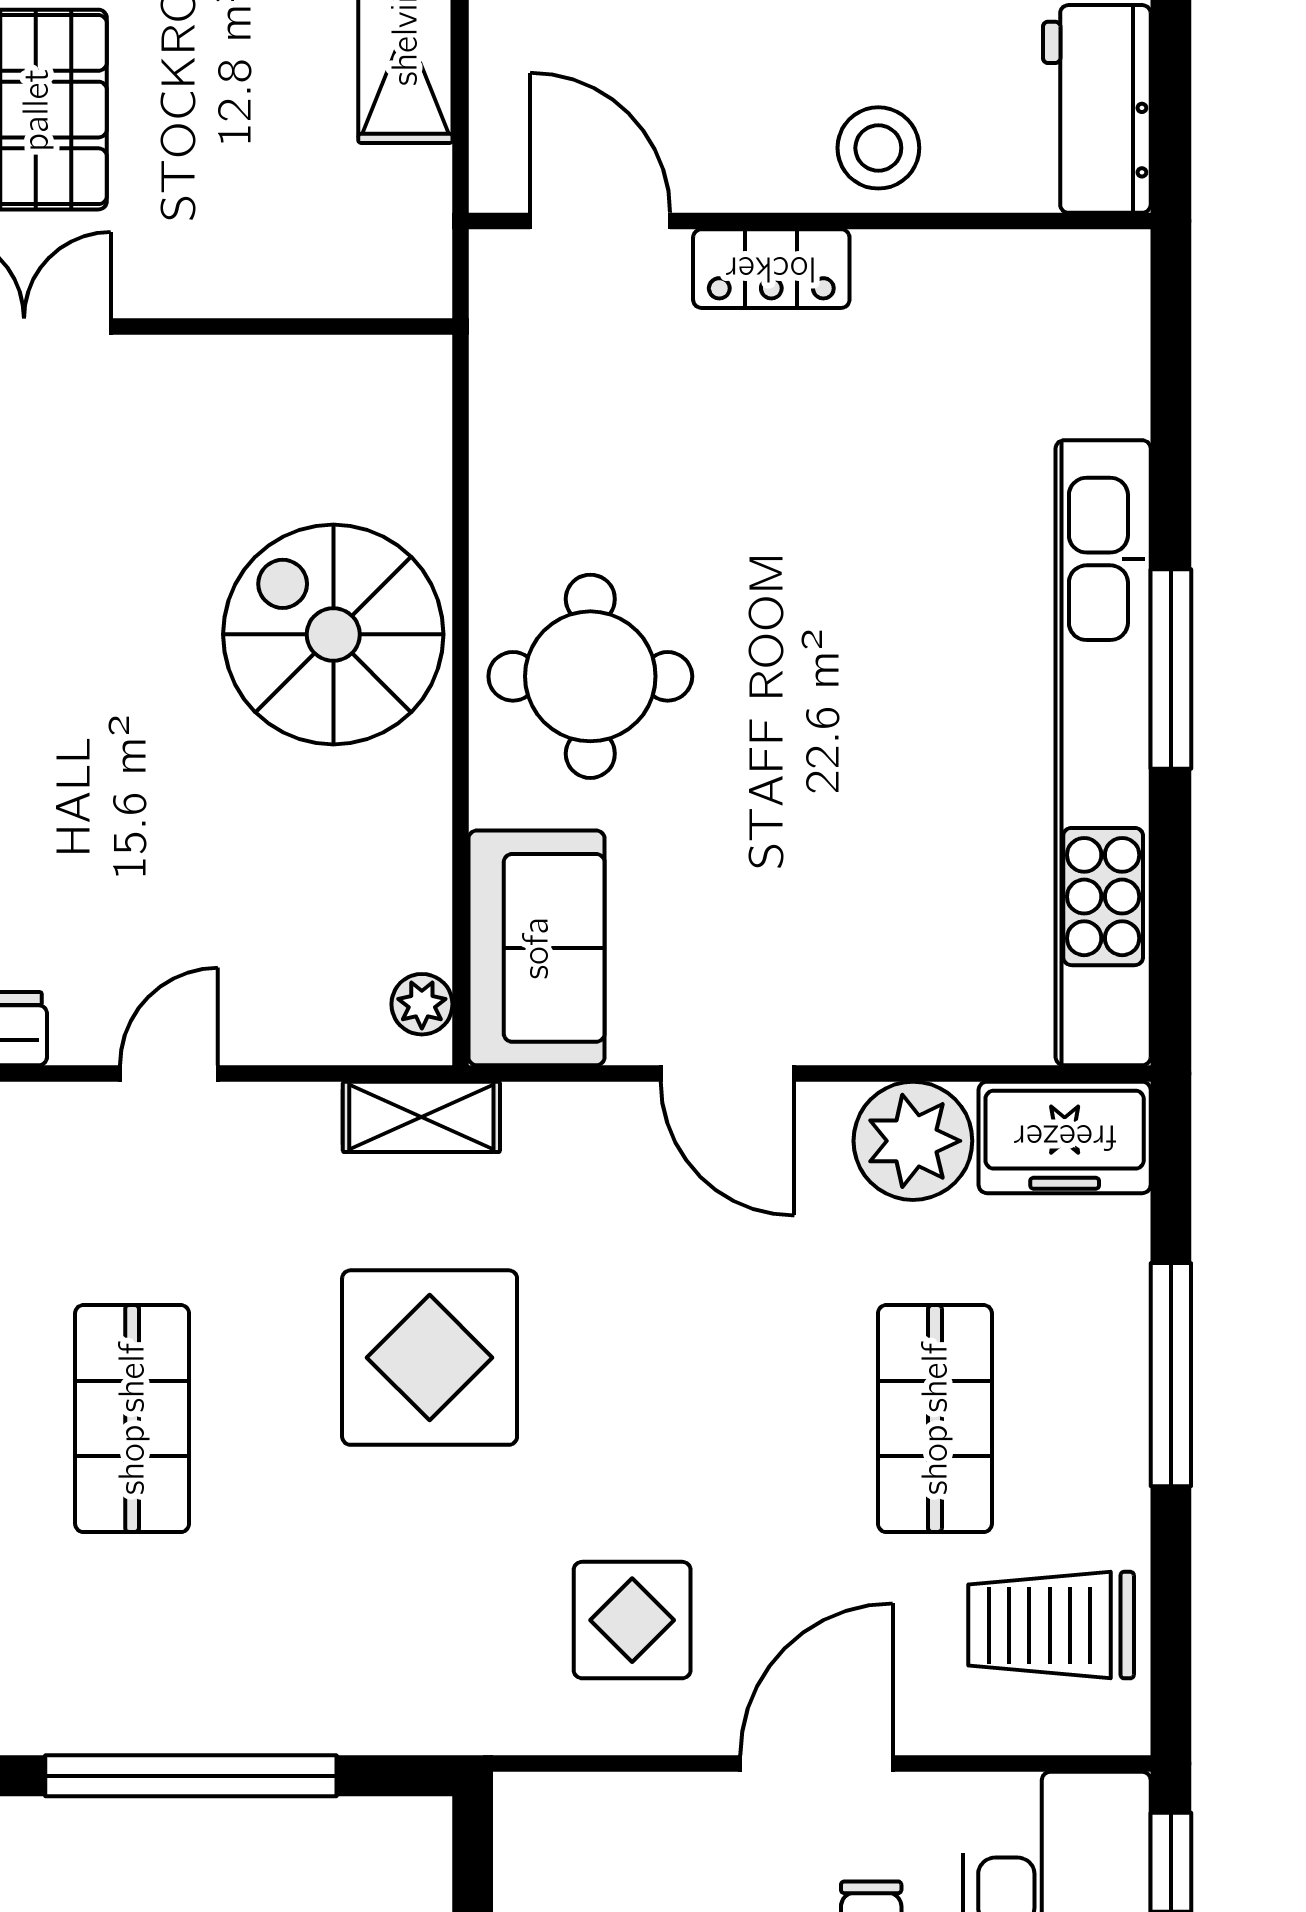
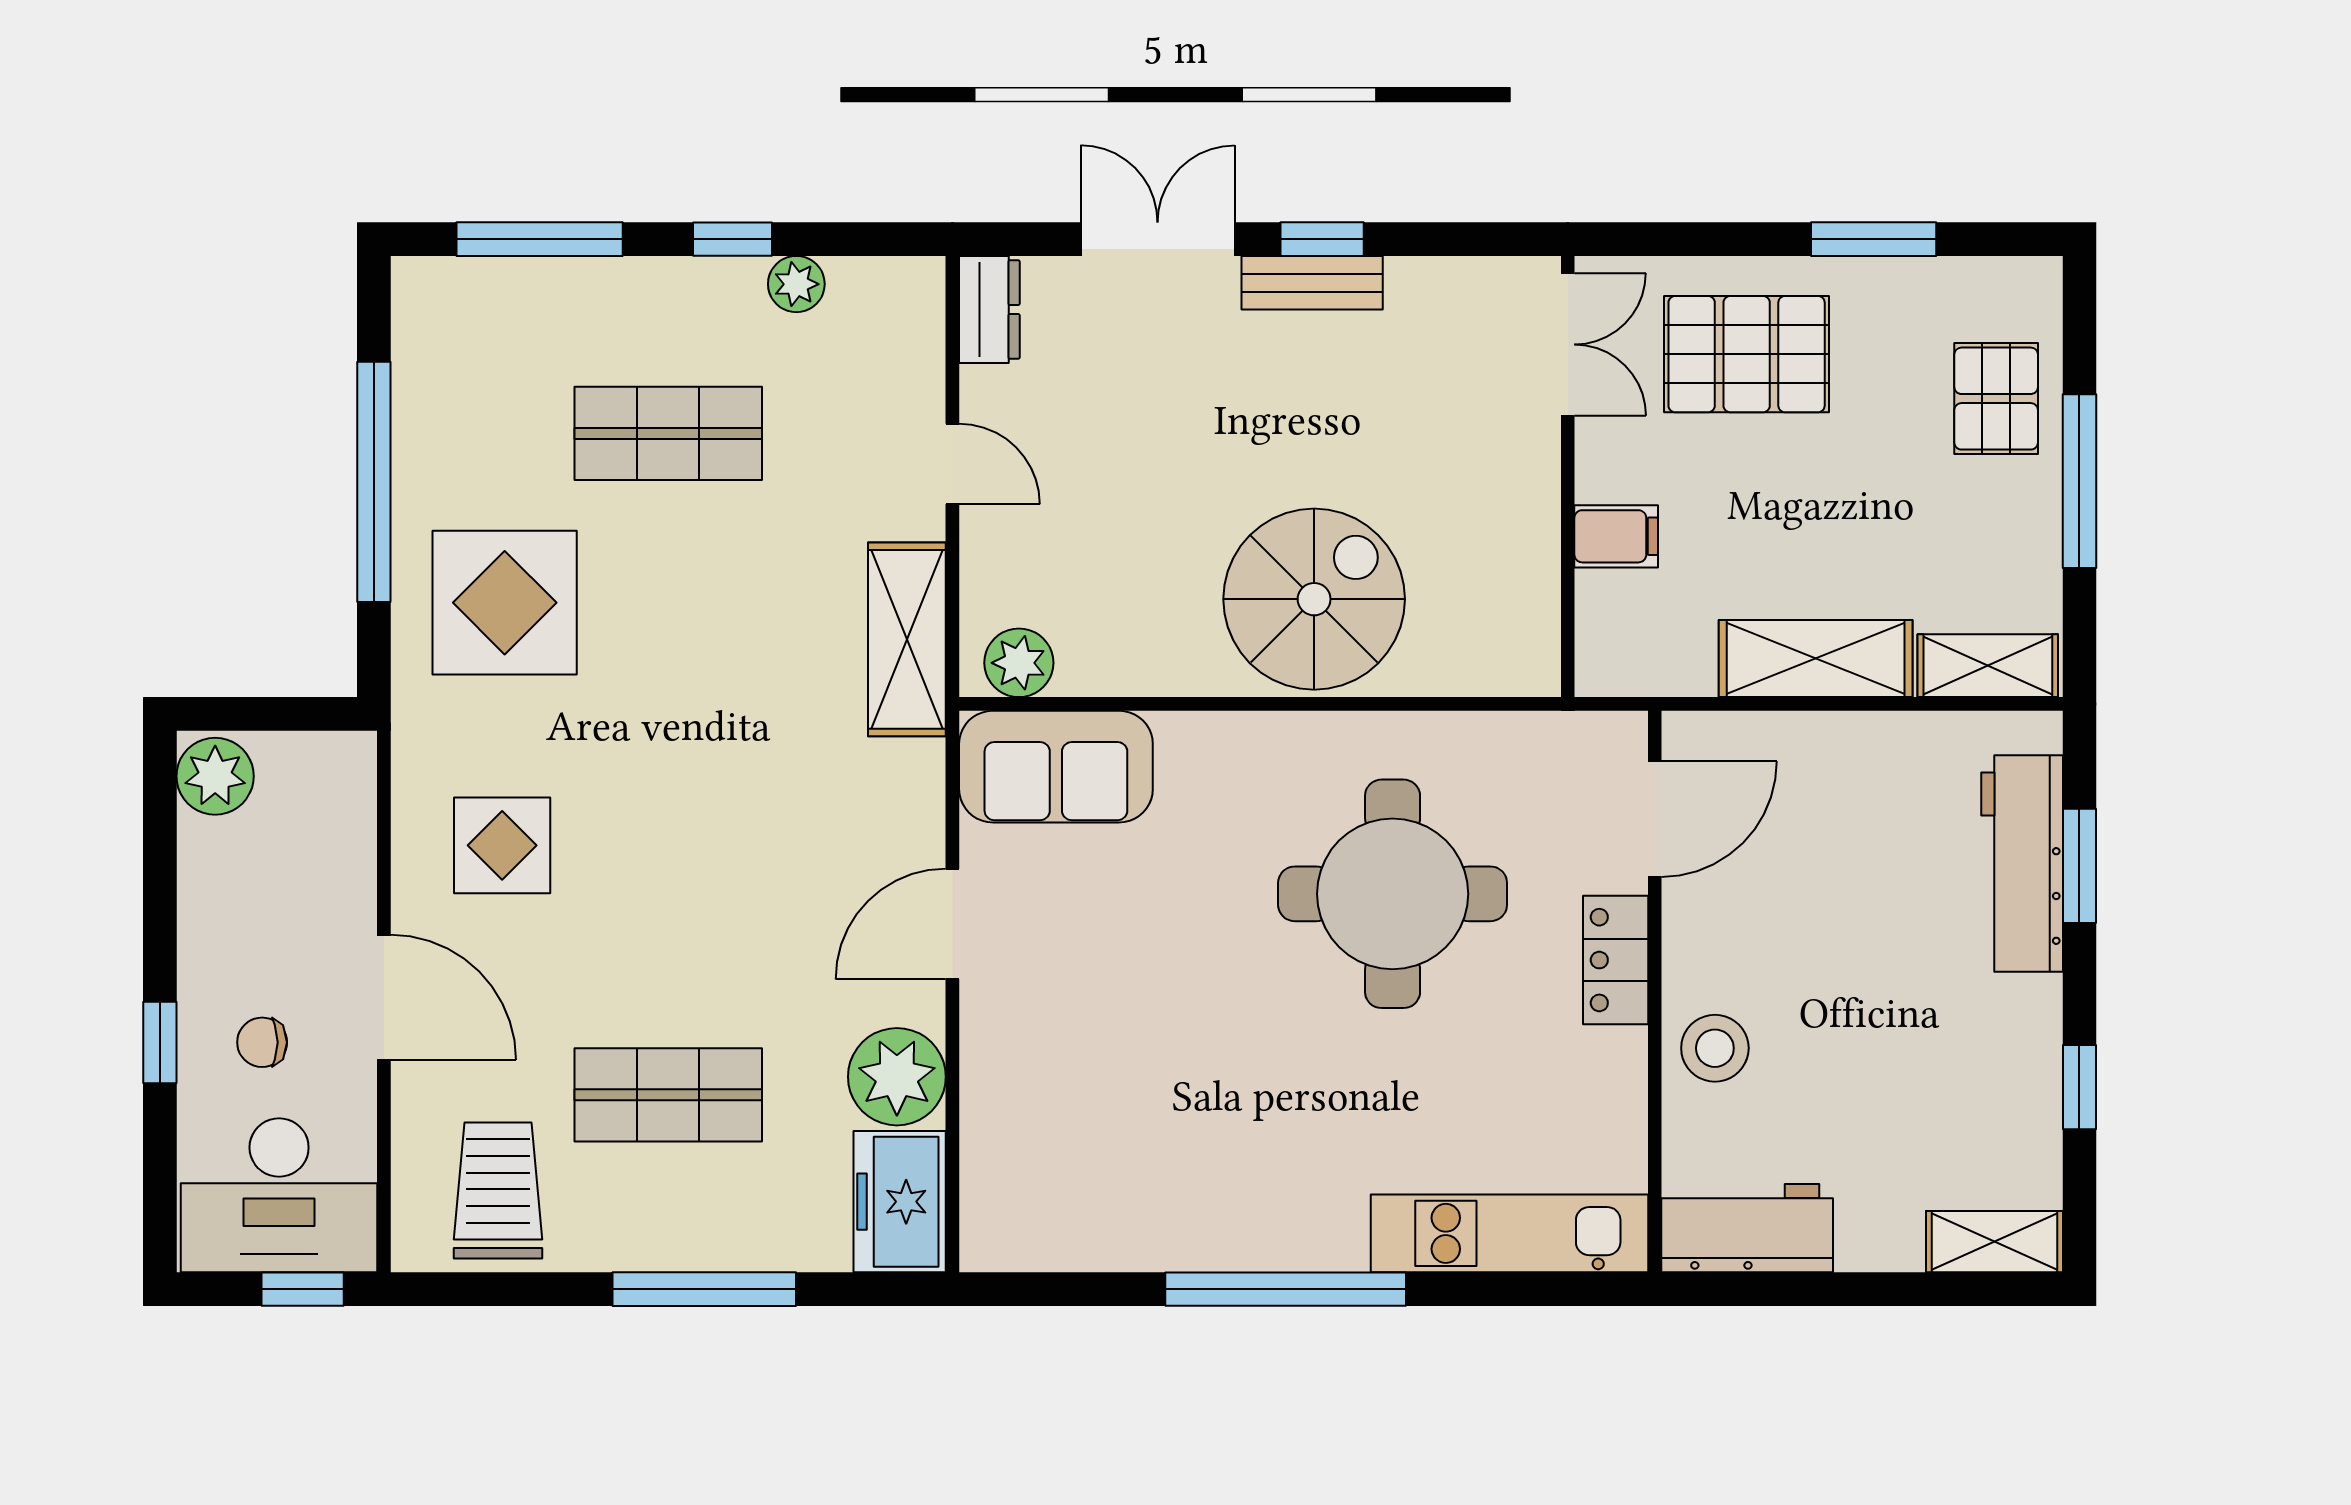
filing cabinet: (257, 268) -> (1616, 536), added
window: (1171, 669) -> (1286, 1289), width x1.46
round table: (590, 676) -> (1393, 894), moved, width x1.36, depth x1.36
kitchen unit: (1103, 753) -> (1510, 1233), moved, width x0.54
plant: (422, 1004) -> (1019, 663), width x1.38, depth x1.38
shelving: (421, 1117) -> (907, 639), width x1.50, depth x1.33
display table: (430, 1358) -> (505, 603), moved

